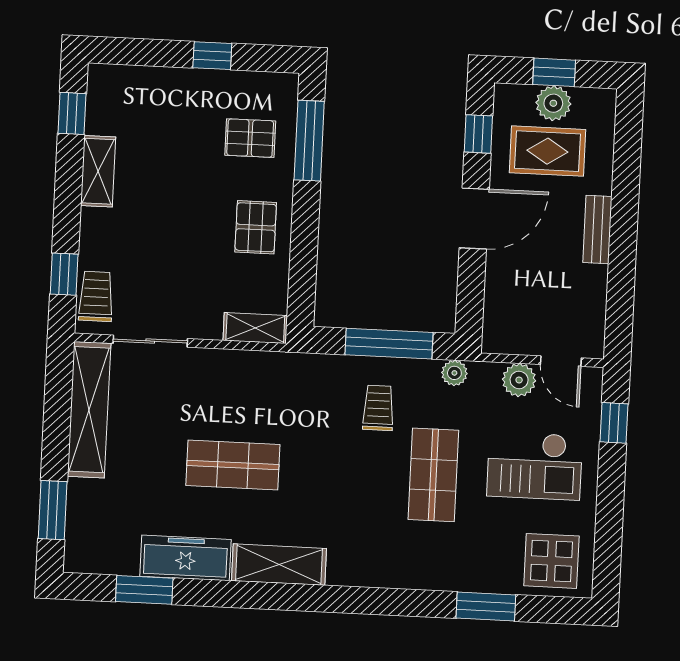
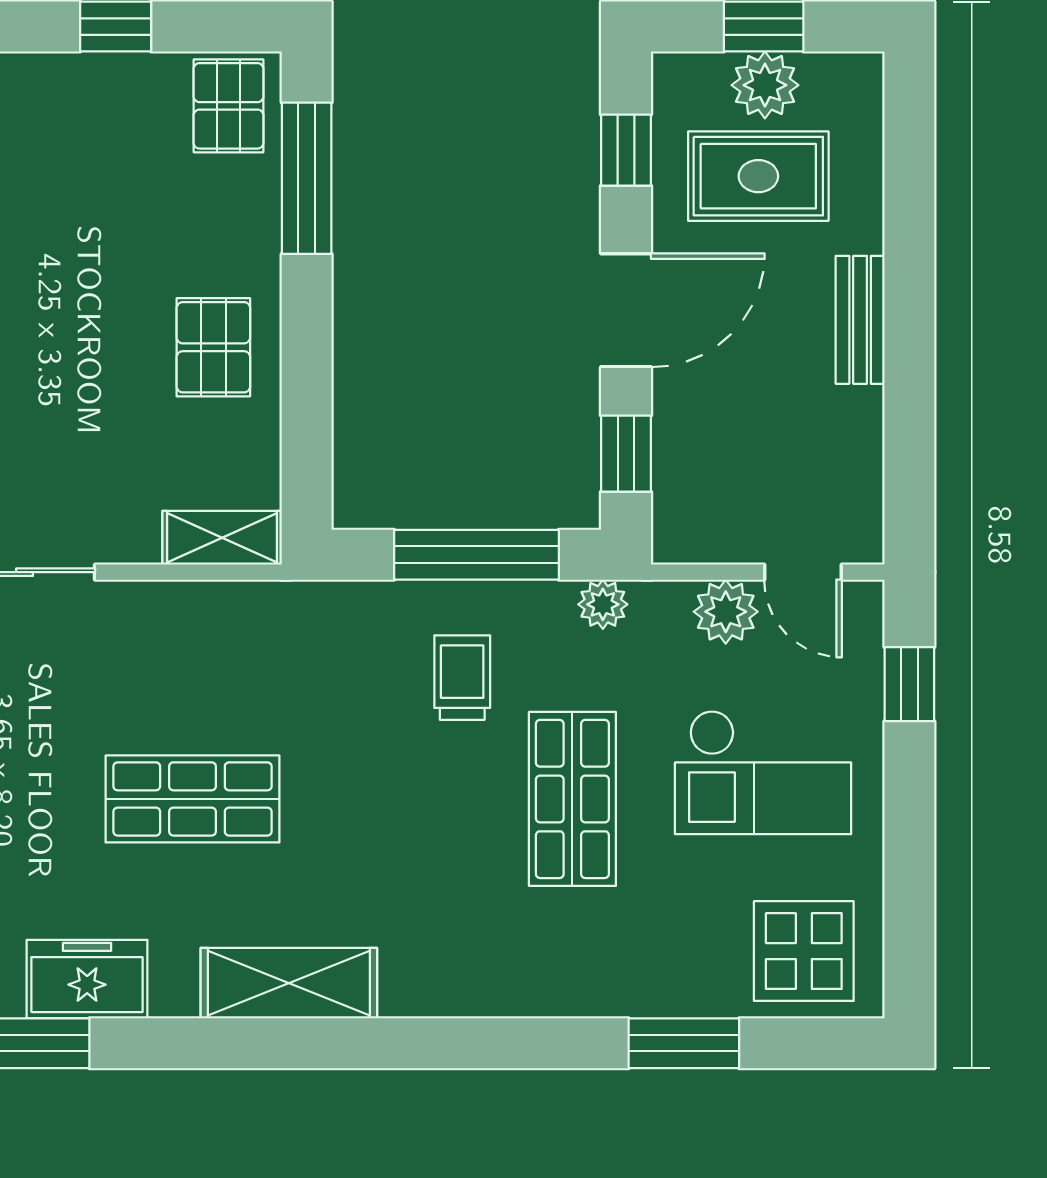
pallet: (250, 138) -> (228, 106), moved, turned 90
window: (471, 294) -> (626, 454), added
freezer: (185, 558) -> (87, 979), width x0.71

